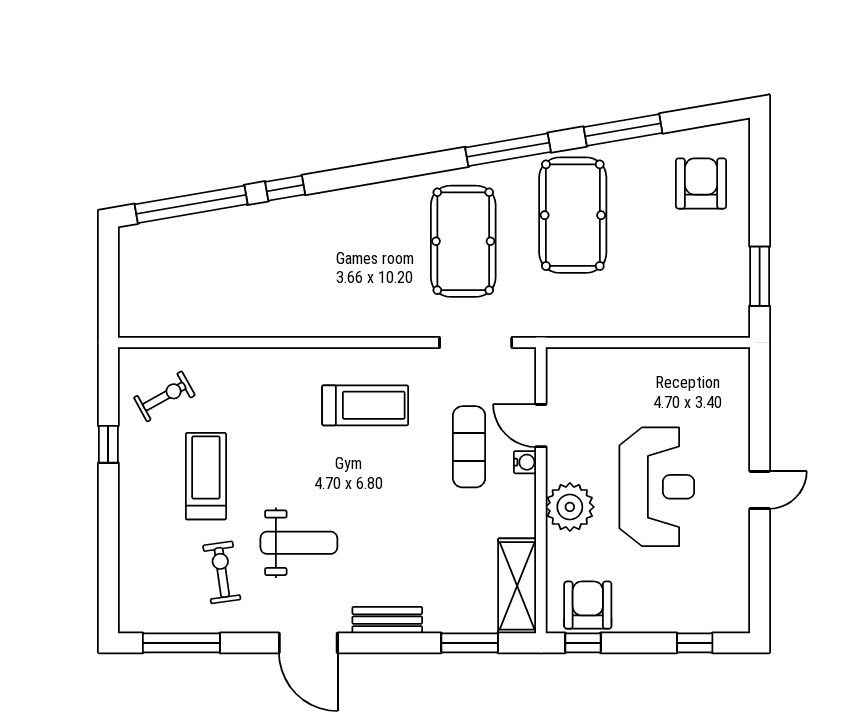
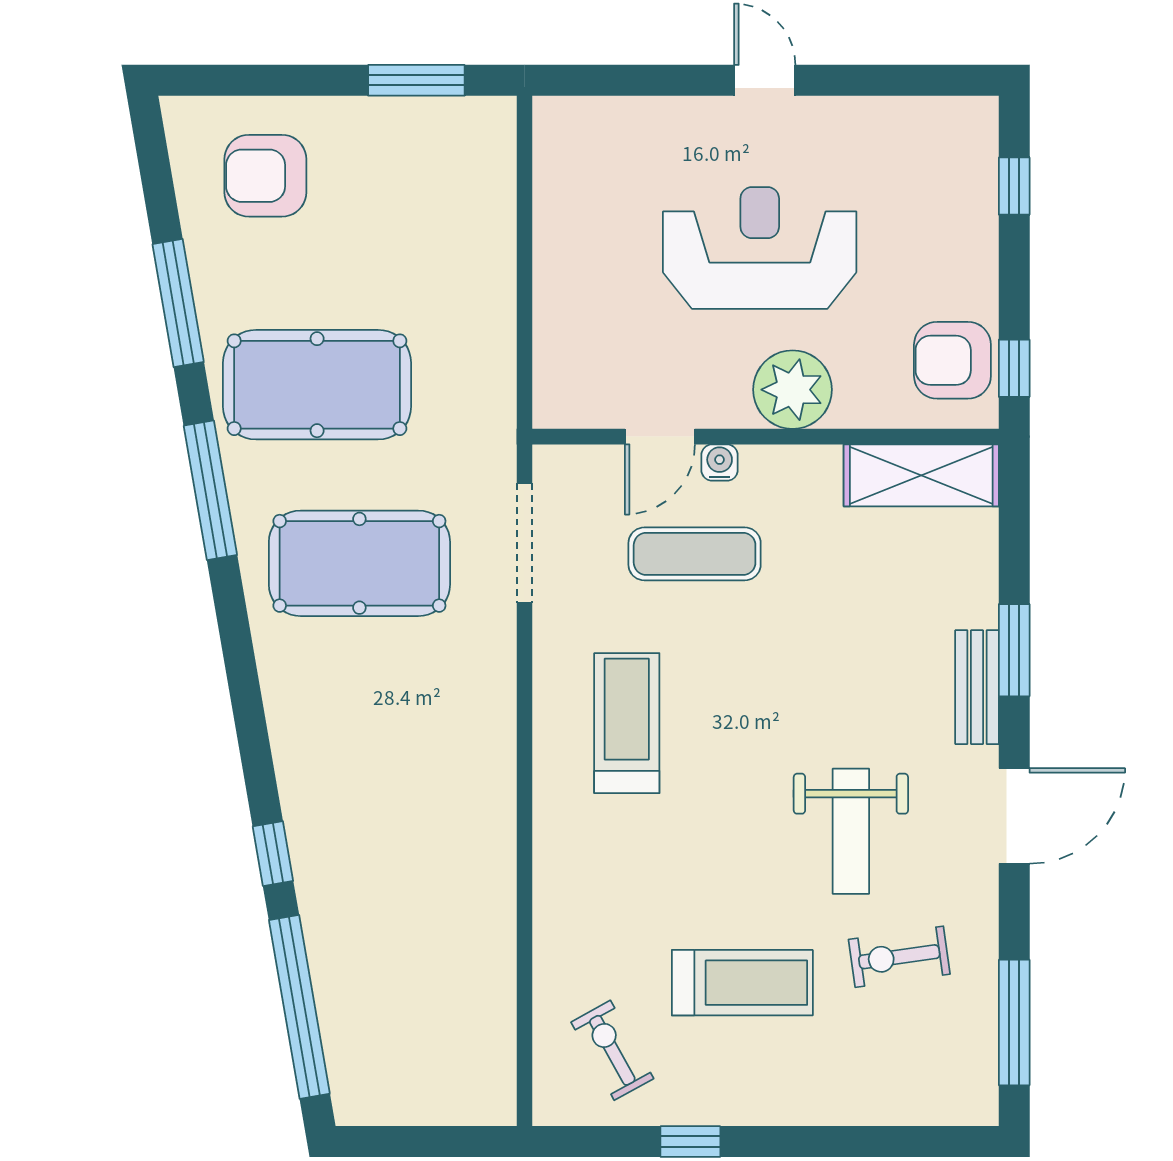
treadmill: (206, 476) -> (742, 983), turned 180
weight bench: (299, 543) -> (851, 831), turned 180
window: (470, 643) -> (1014, 650), moved

